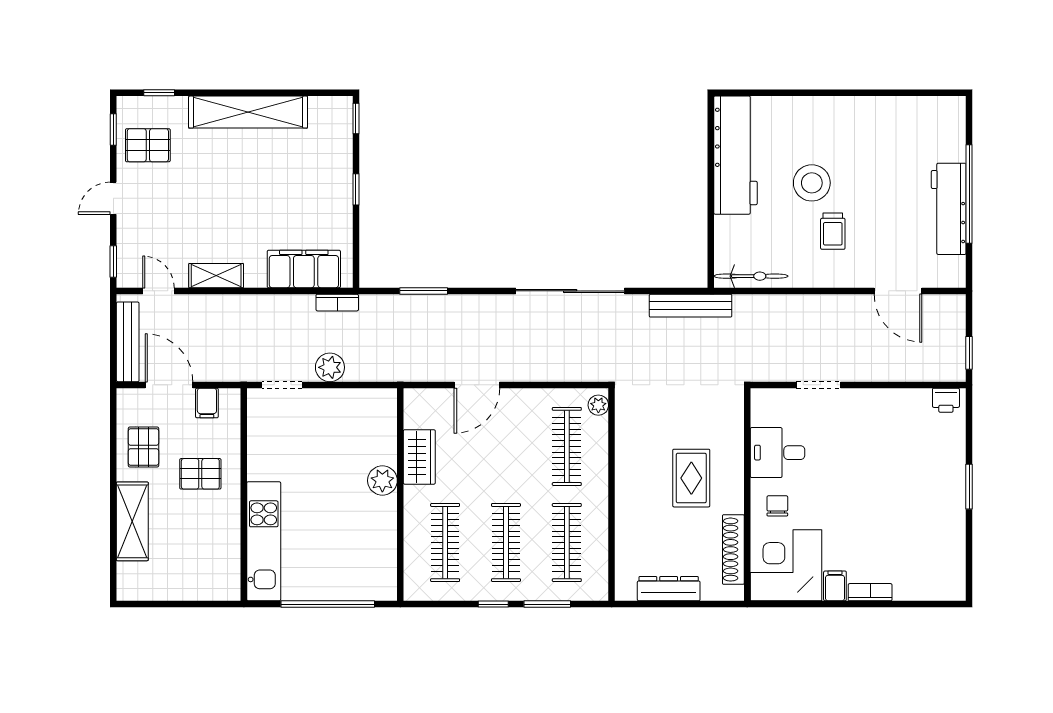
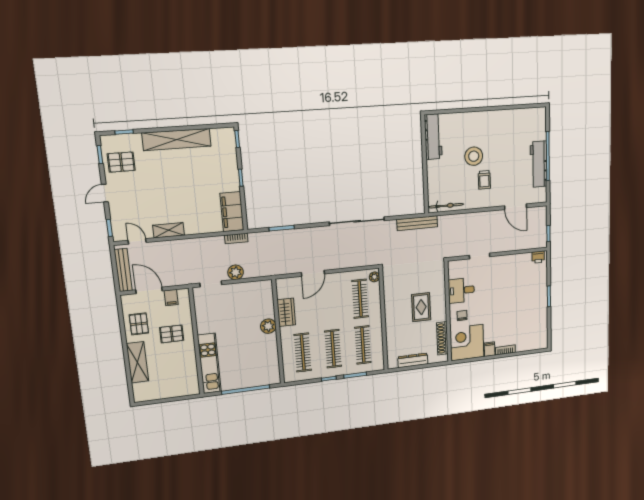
workbench: (735, 155) -> (433, 137), width x0.73, depth x0.76
filing cabinet: (304, 269) -> (232, 212), moved, turned -90

